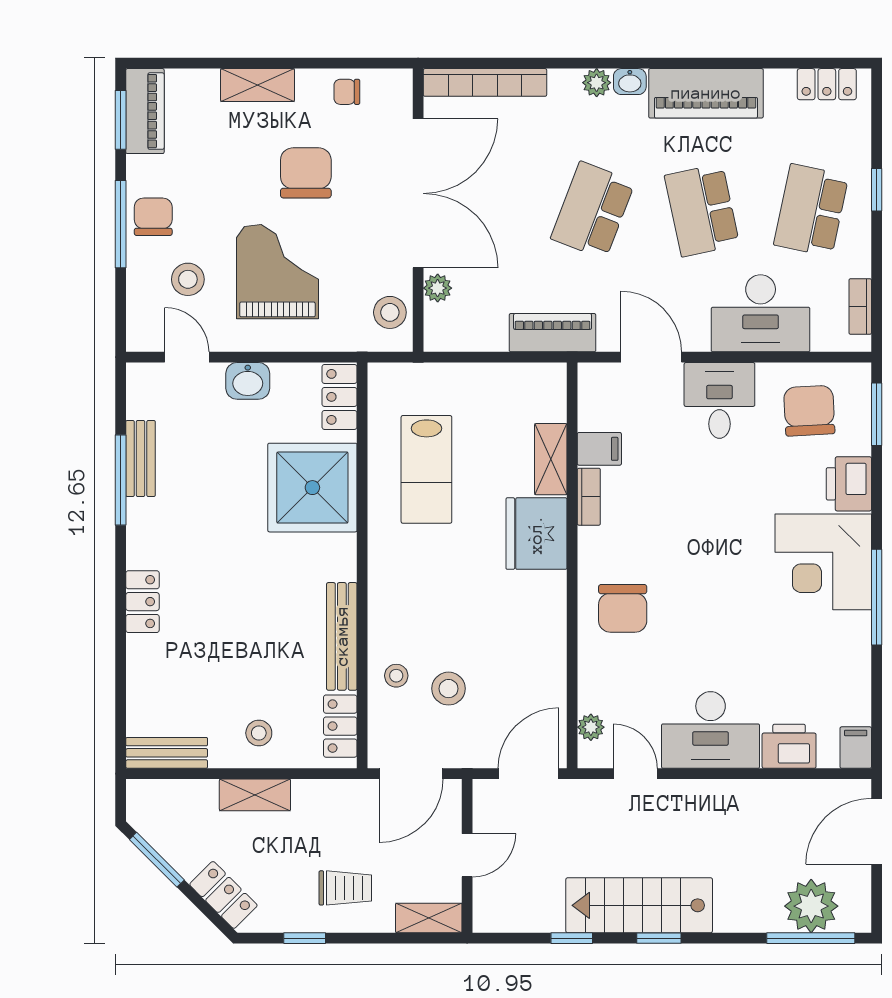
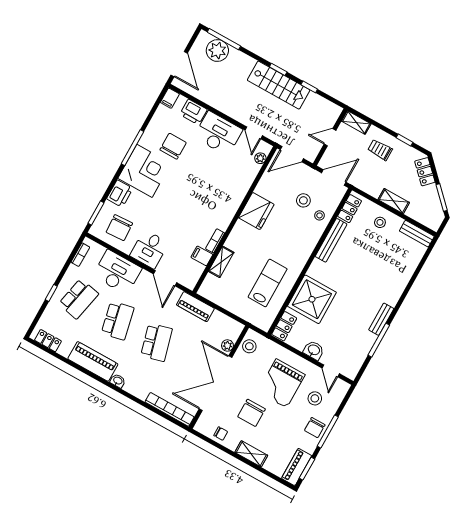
plant: (597, 83) -> (130, 387), removed
school desk: (593, 210) -> (157, 342), turned -36
bench: (141, 458) -> (381, 319), moved
fridge: (536, 534) -> (256, 211), moved
locker: (142, 602) -> (395, 292), removed
chair: (623, 608) -> (173, 146), moved
door: (877, 831) -> (179, 64), hinge flipped

